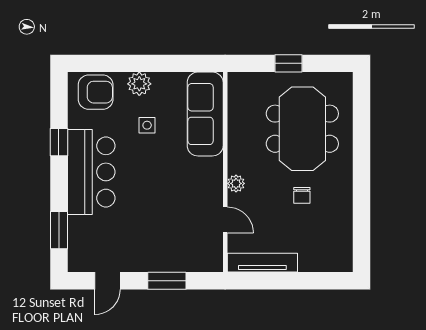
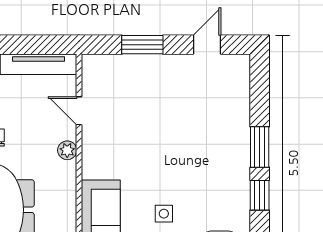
bar counter: (91, 172) -> (225, 163), removed
window: (59, 230) -> (260, 147), moved

